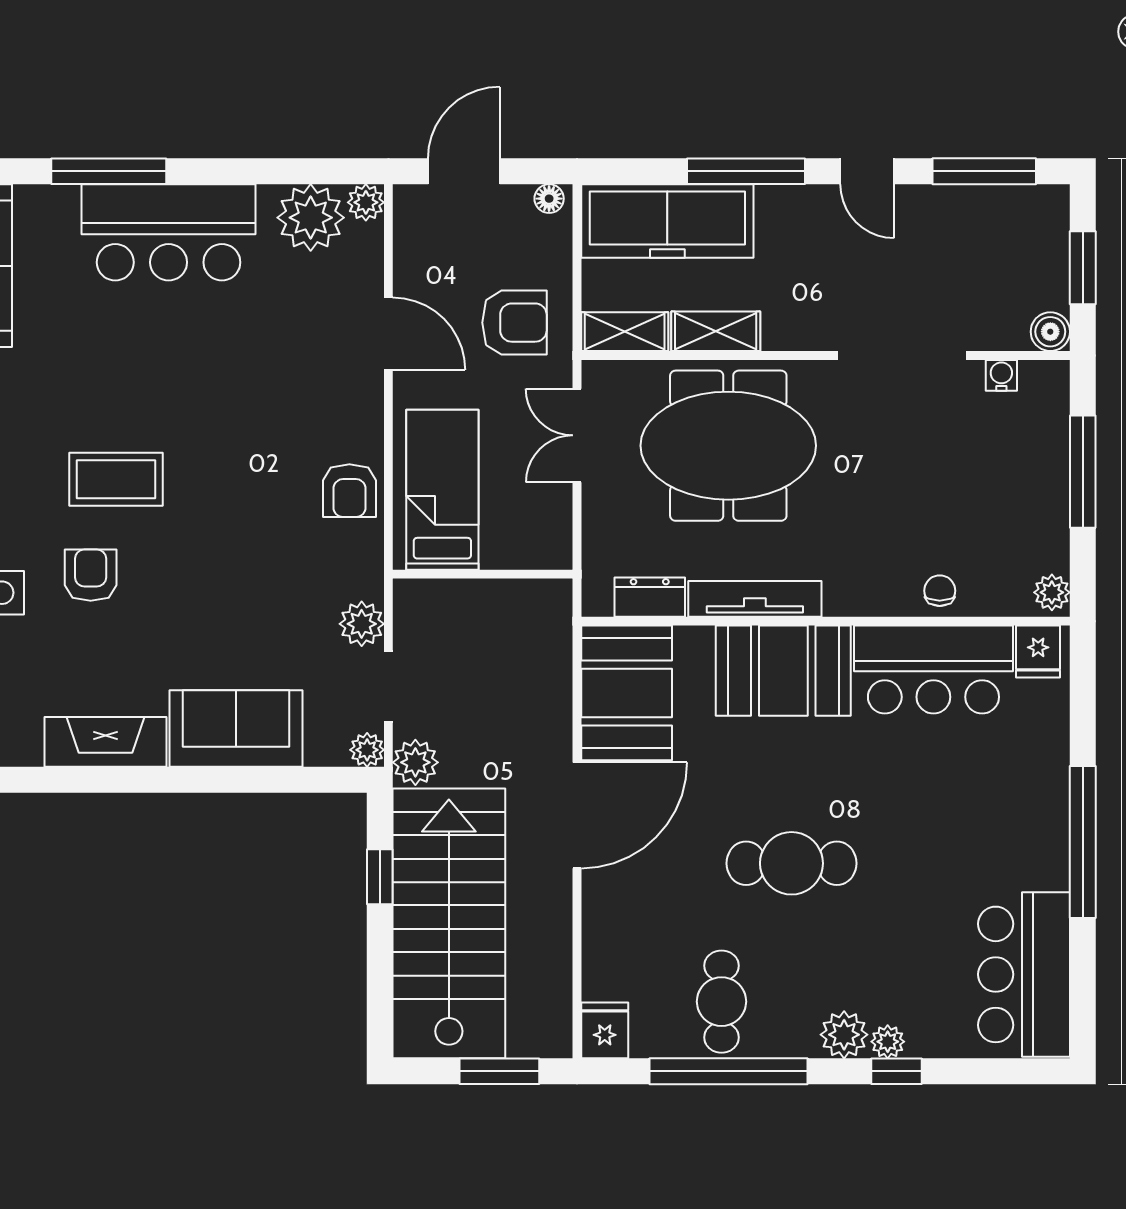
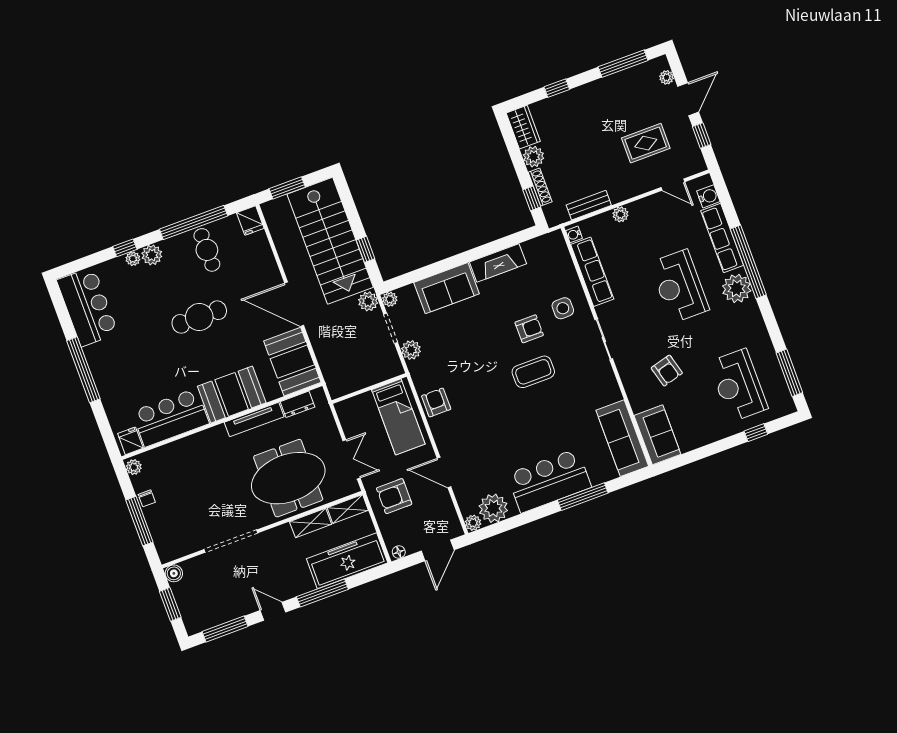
water cooler: (1001, 375) -> (187, 548), removed
armchair: (91, 575) -> (529, 329), turned -90
chair: (940, 591) -> (147, 498), moved
door: (577, 815) -> (294, 304), hinge flipped

